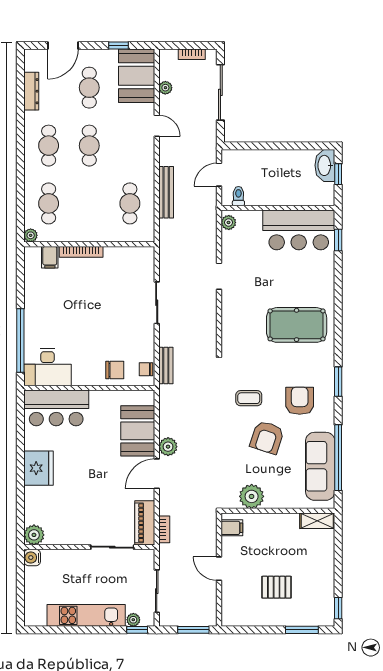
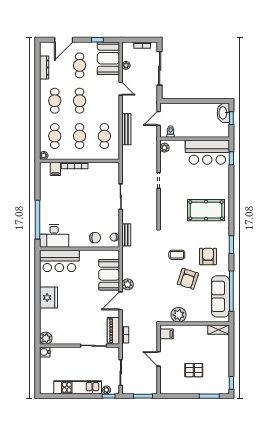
cafe table: (89, 203) -> (80, 136), added

